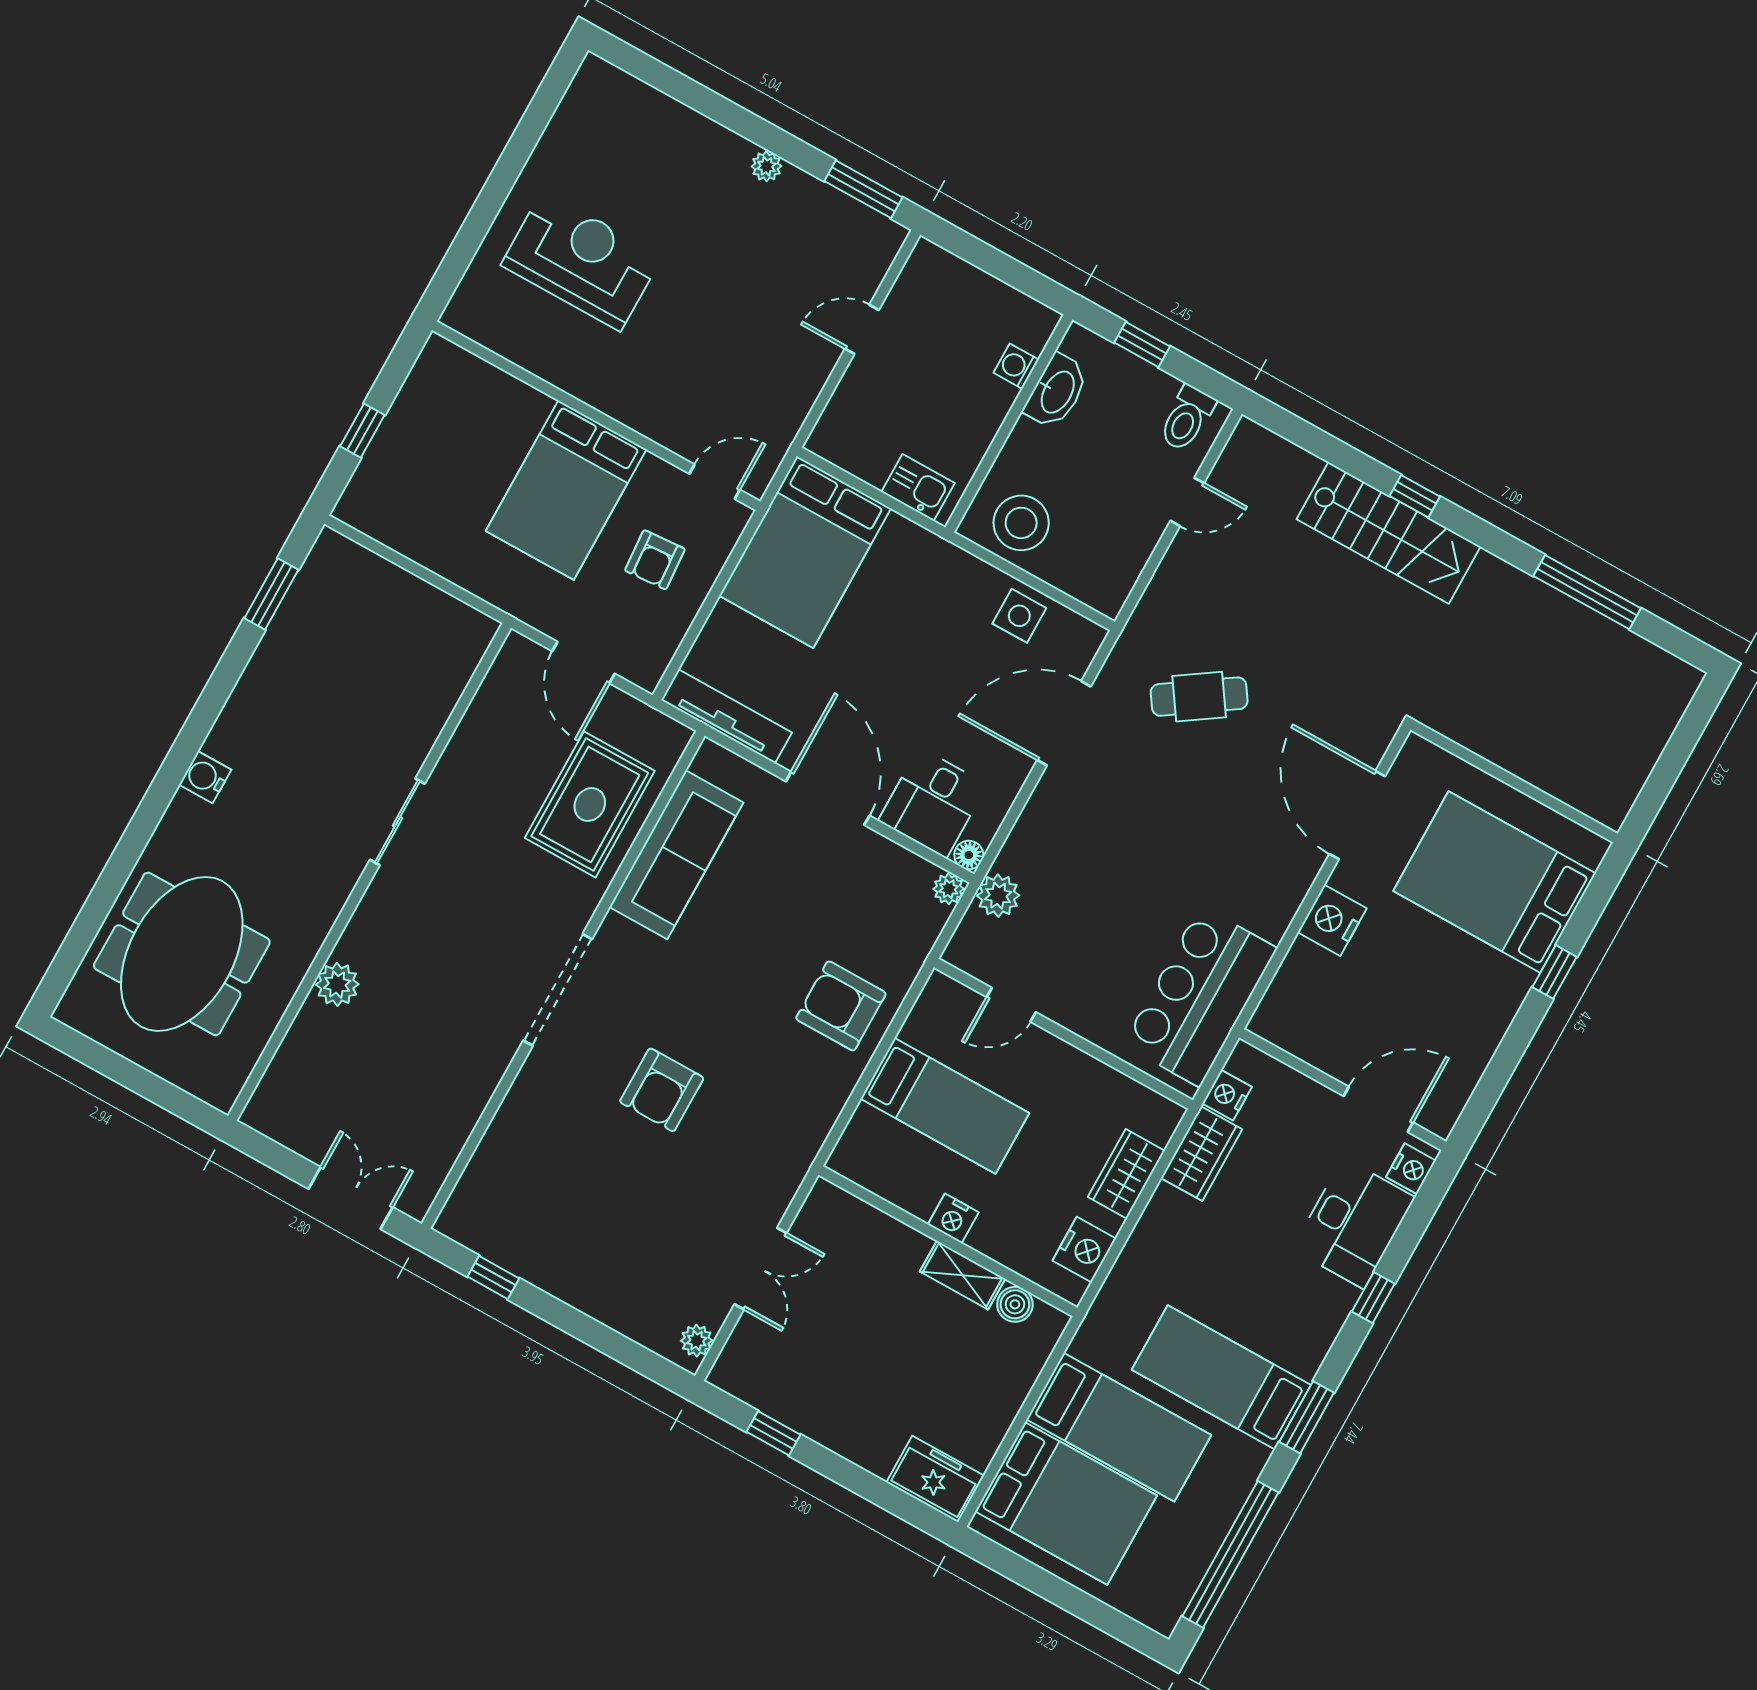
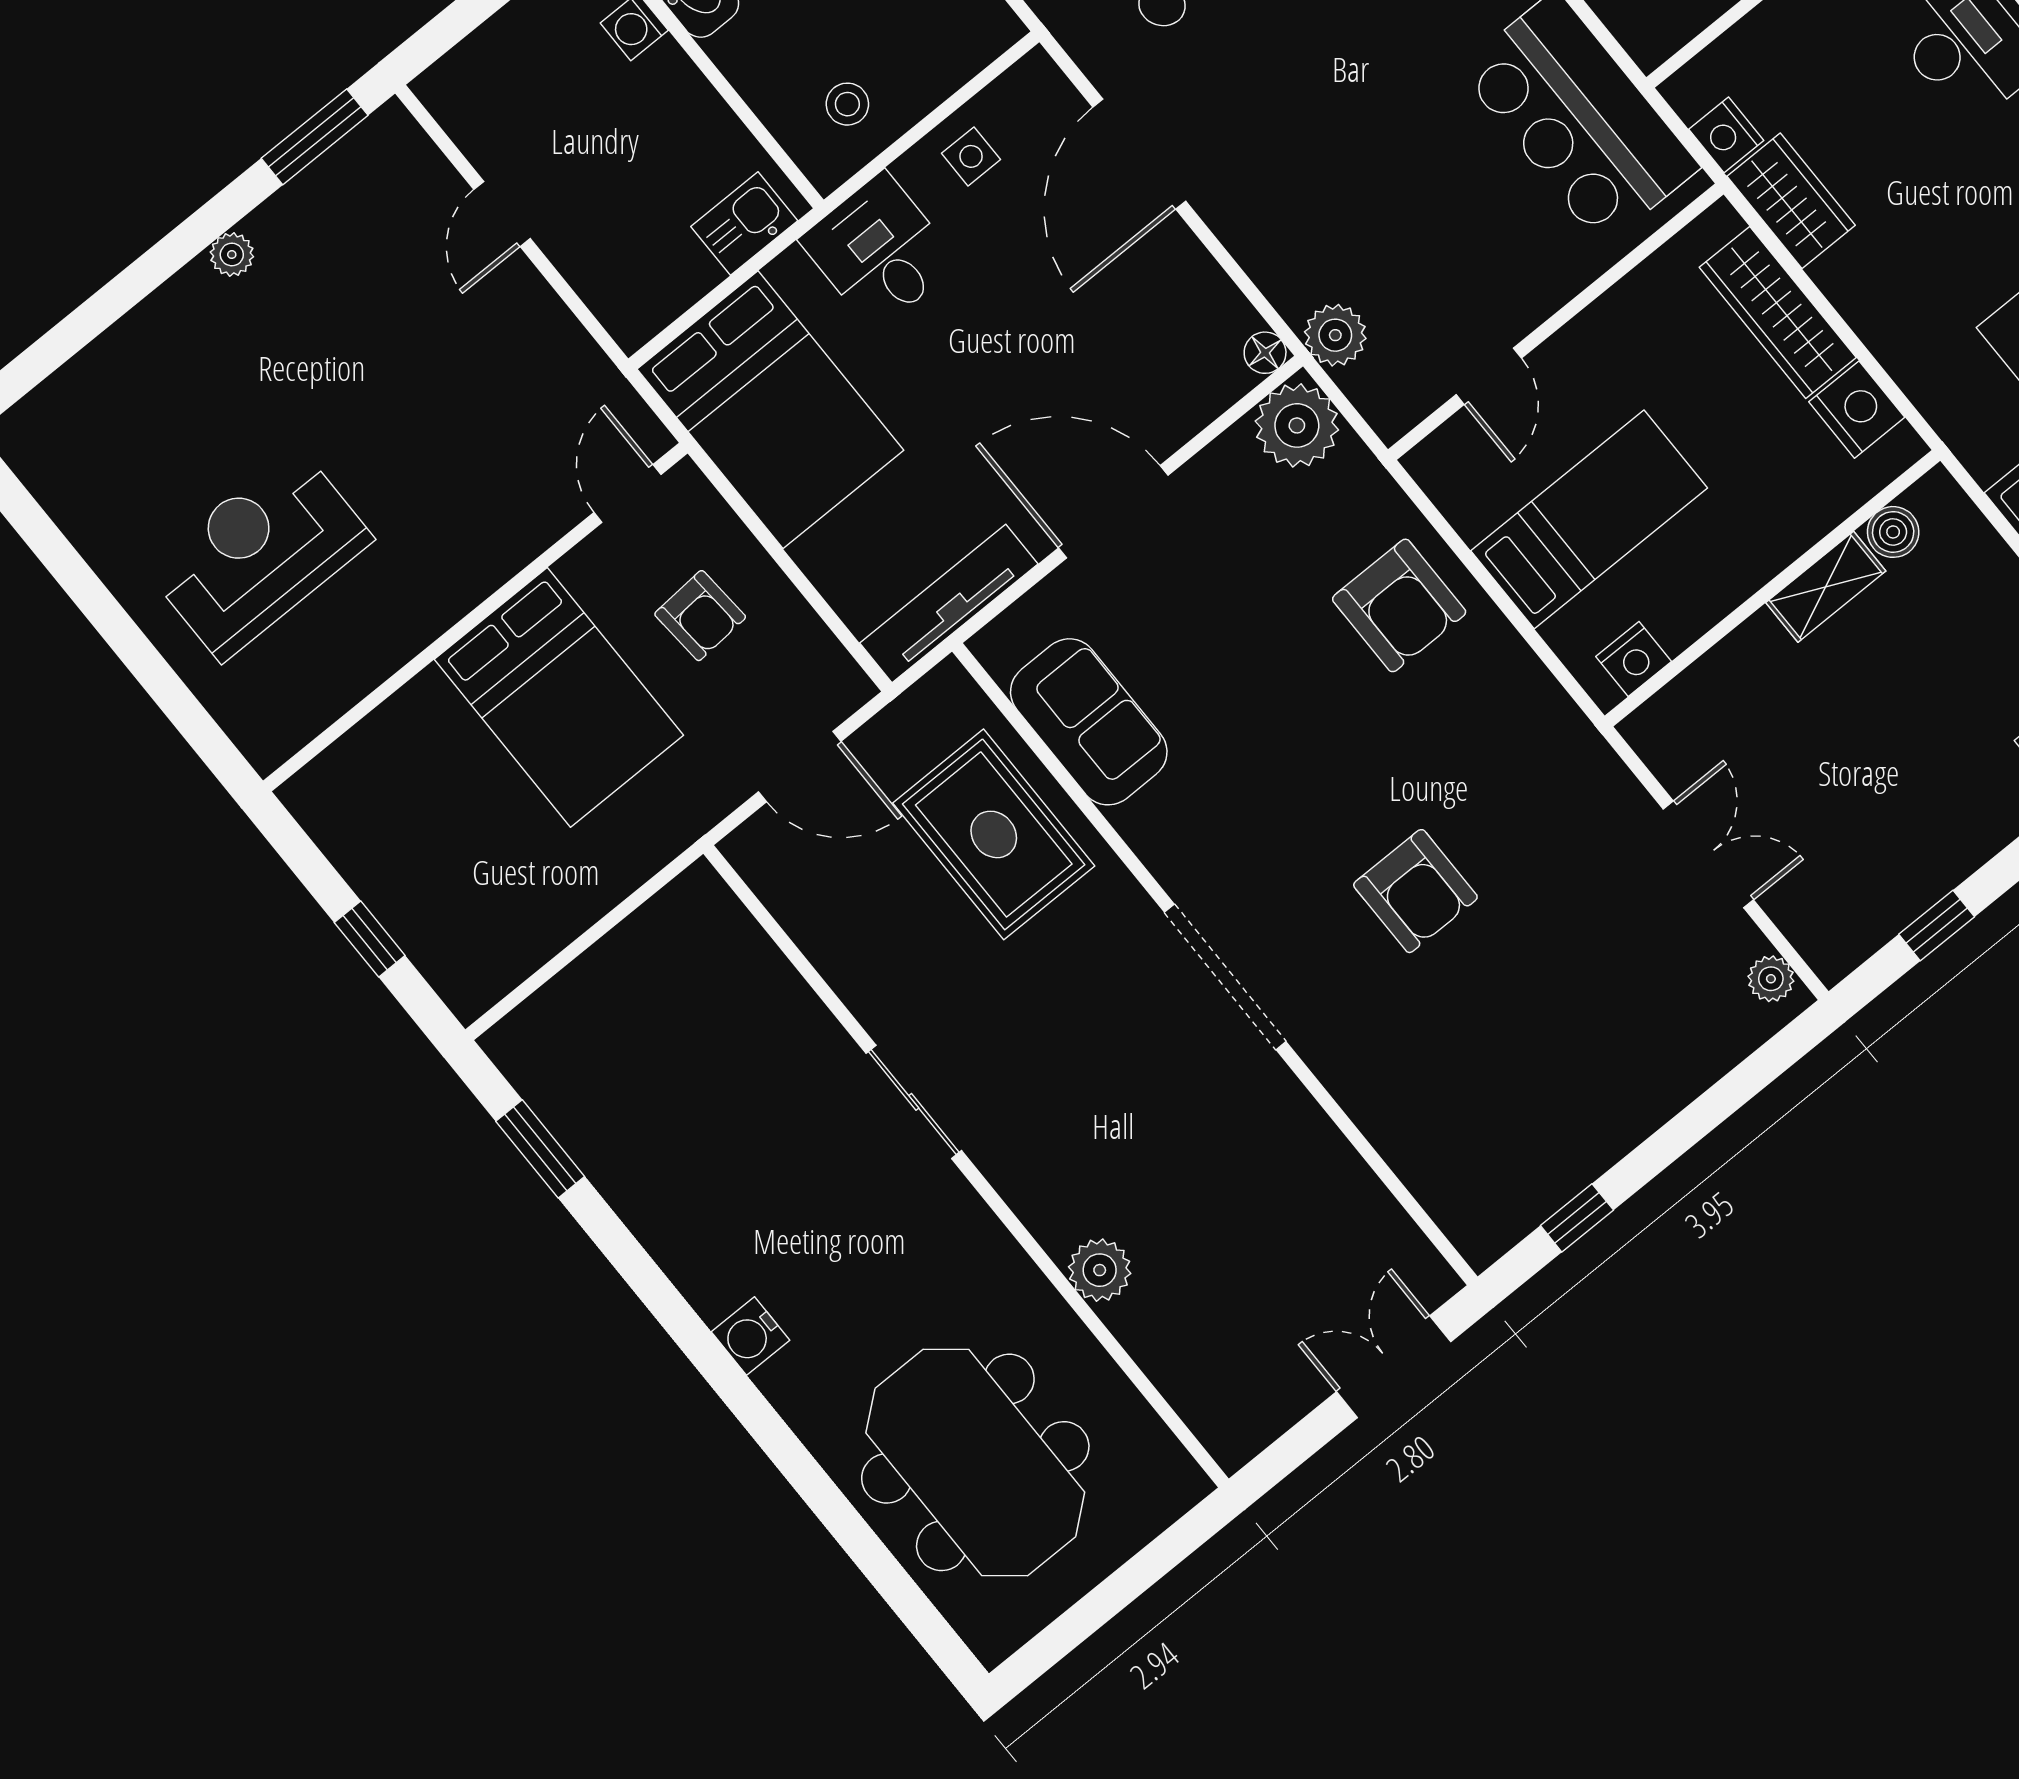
stool: (1021, 523) -> (847, 104), width x0.53, depth x0.53
side table: (1019, 616) -> (971, 156), width x0.73, depth x0.73
desk: (933, 803) -> (879, 251), moved, turned 180
sofa: (676, 855) -> (1089, 722), width x0.73
plant: (949, 889) -> (1297, 425), width x1.88, depth x1.88
armchair: (841, 1006) -> (1399, 605), turned -90
wardrobe: (1126, 1174) -> (1778, 312), width x1.50
nightstand: (953, 1218) -> (1634, 659), moved

